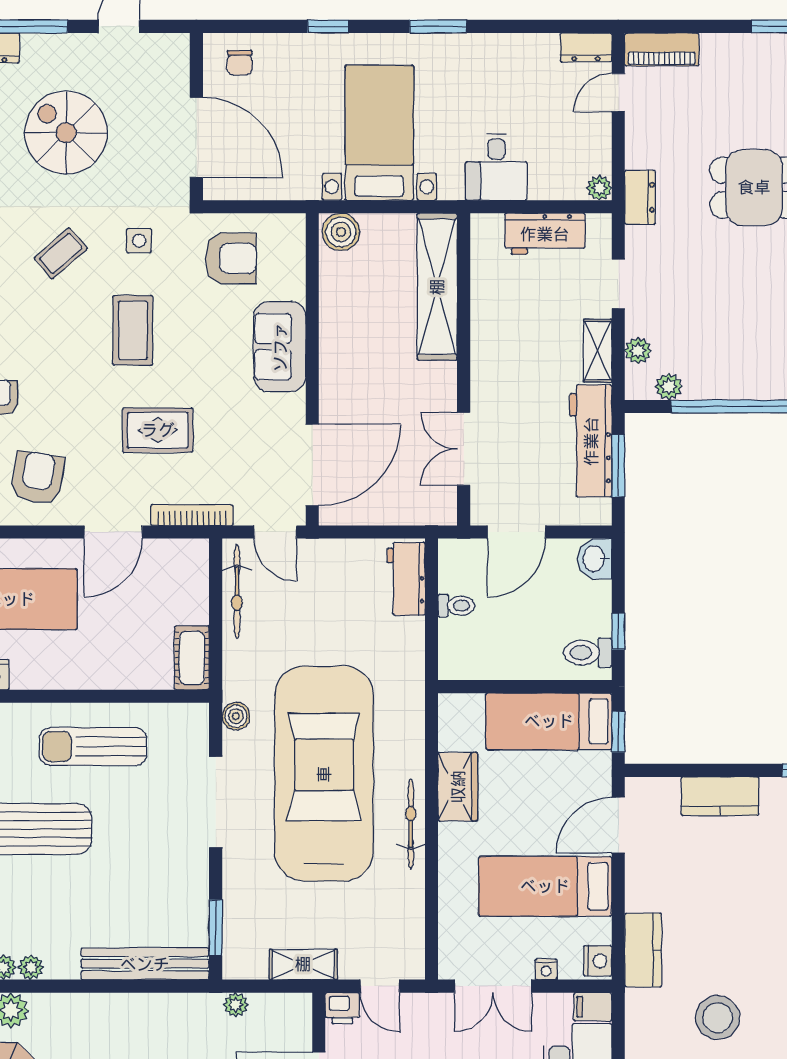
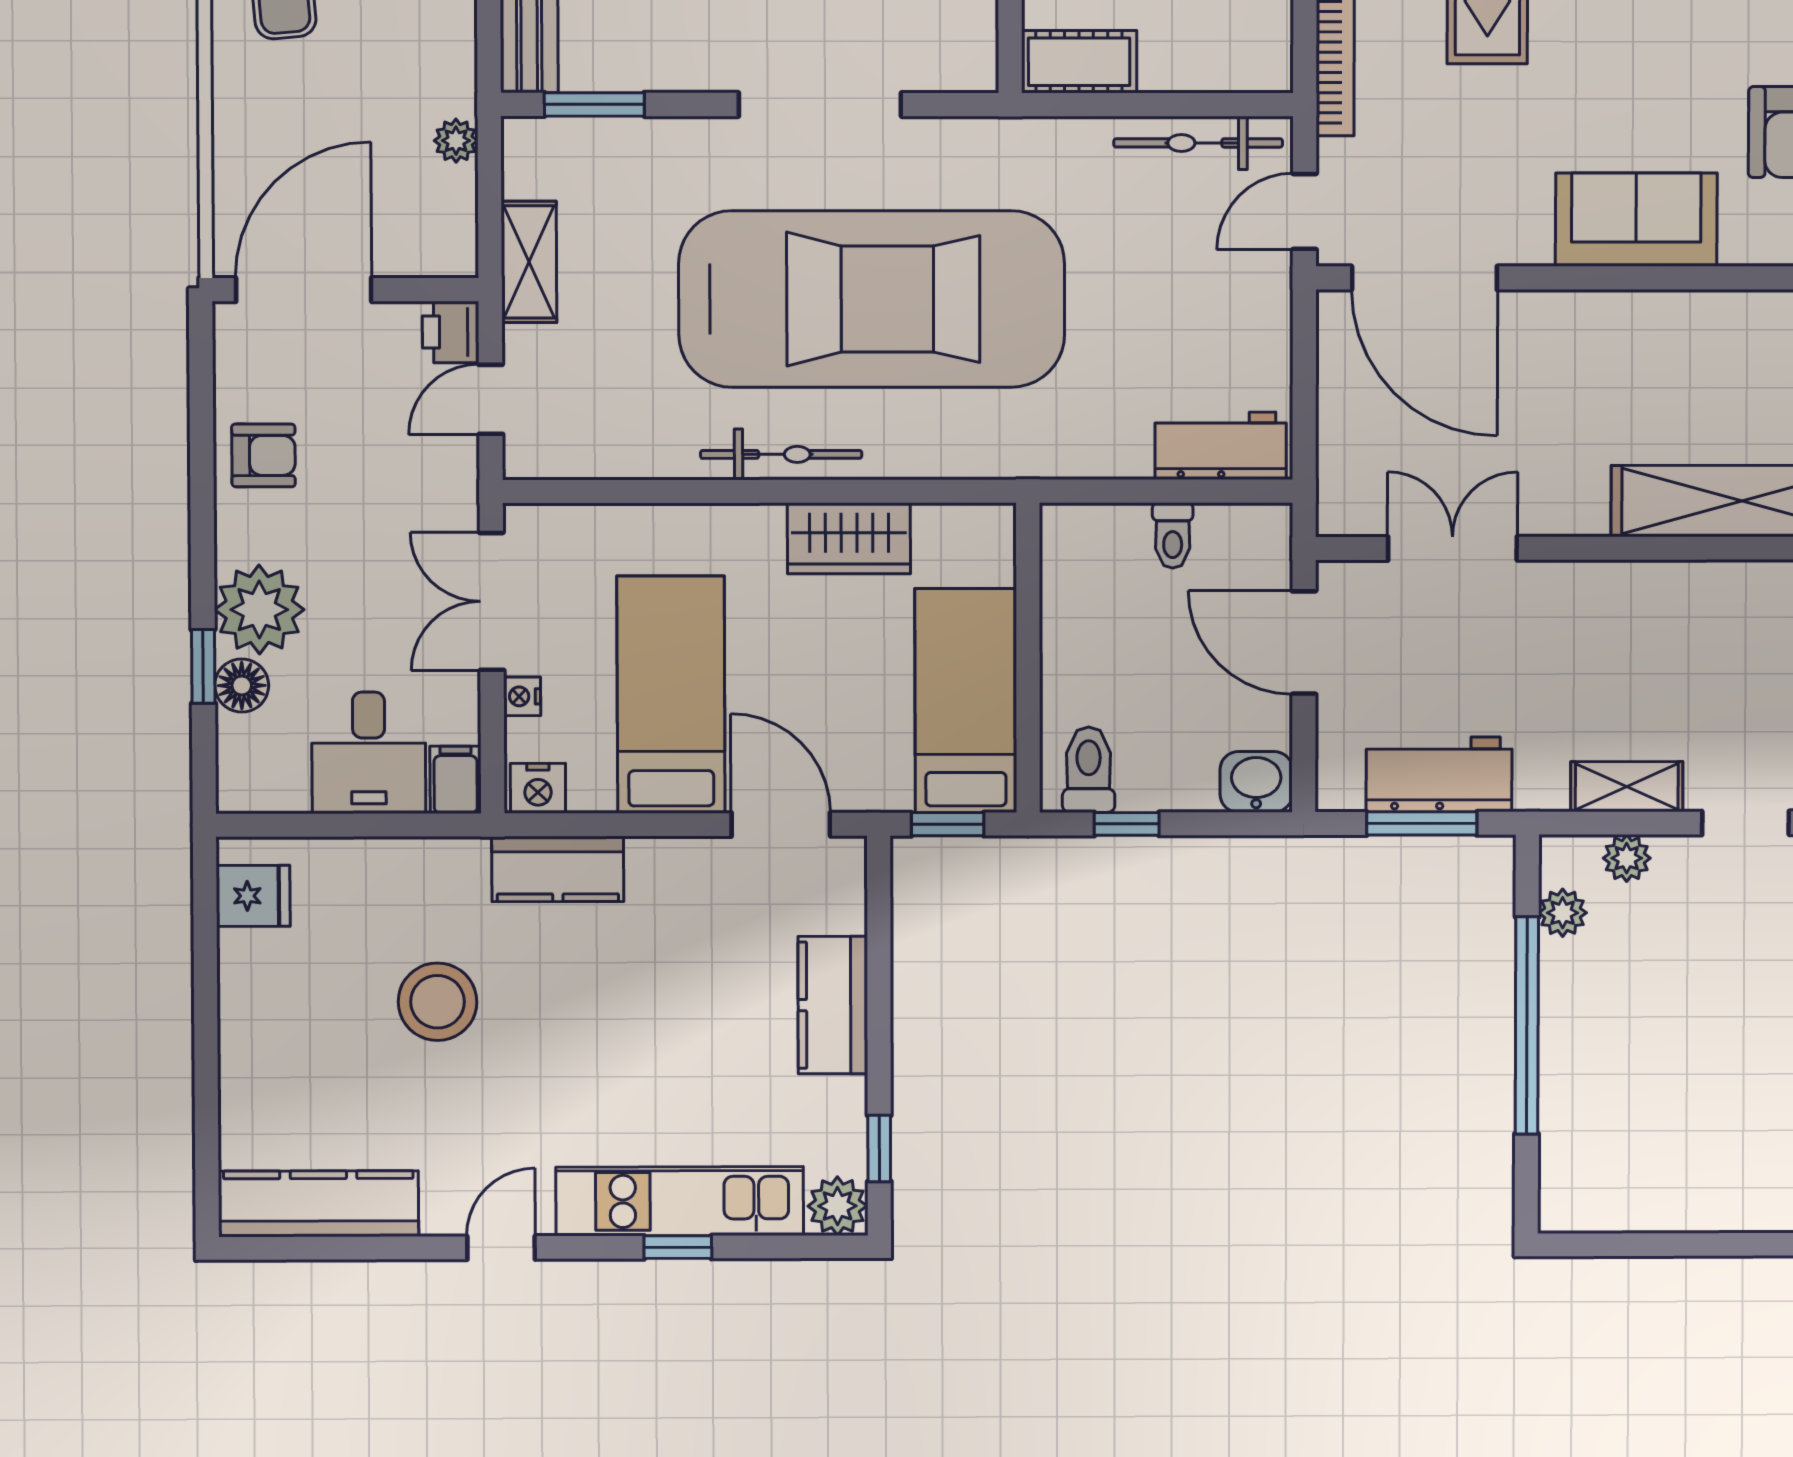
workbench: (591, 441) -> (1439, 774), width x0.73
boiler: (236, 716) -> (975, 141), removed

